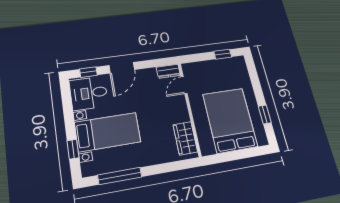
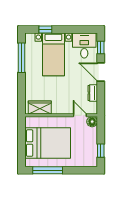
floor lamp: (189, 69) -> (92, 122), added
dresser: (168, 71) -> (93, 93), moved
window: (265, 114) -> (48, 170), width x2.17

